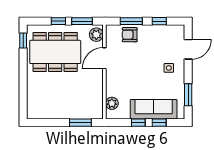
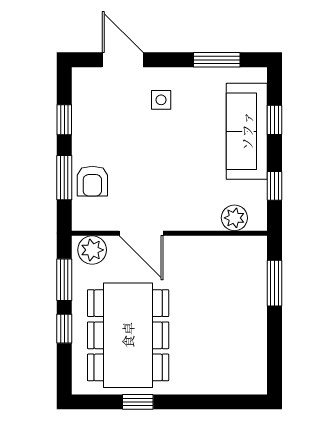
window: (23, 41) -> (138, 402), moved
window: (138, 123) -> (274, 186), moved

